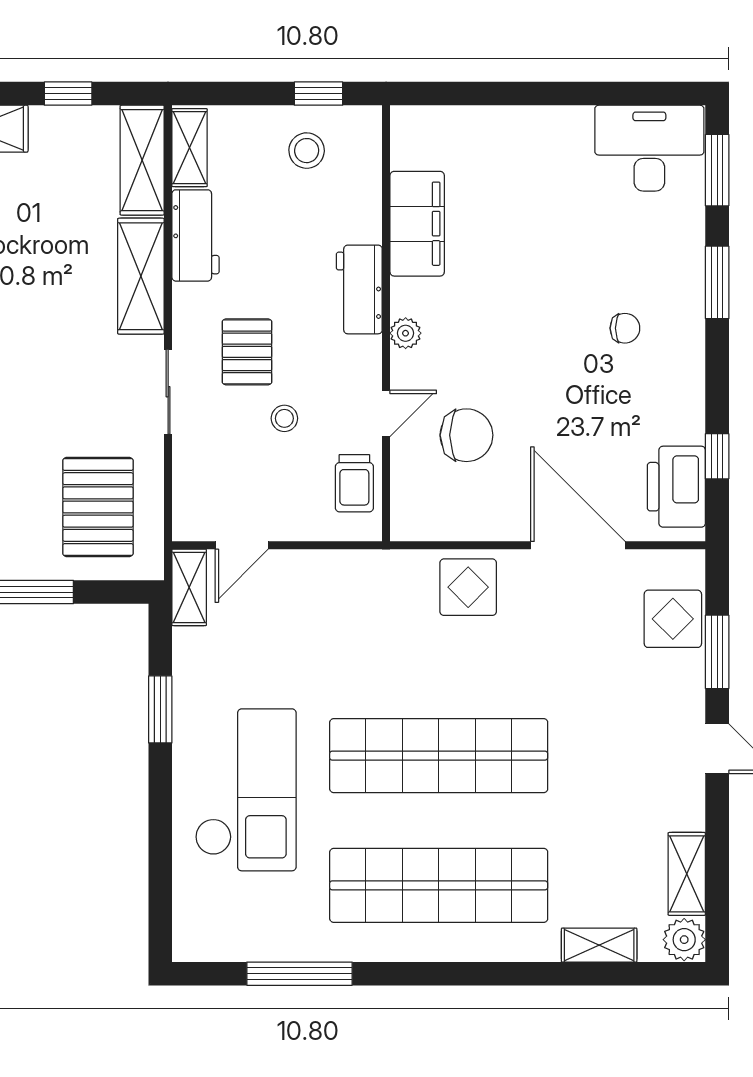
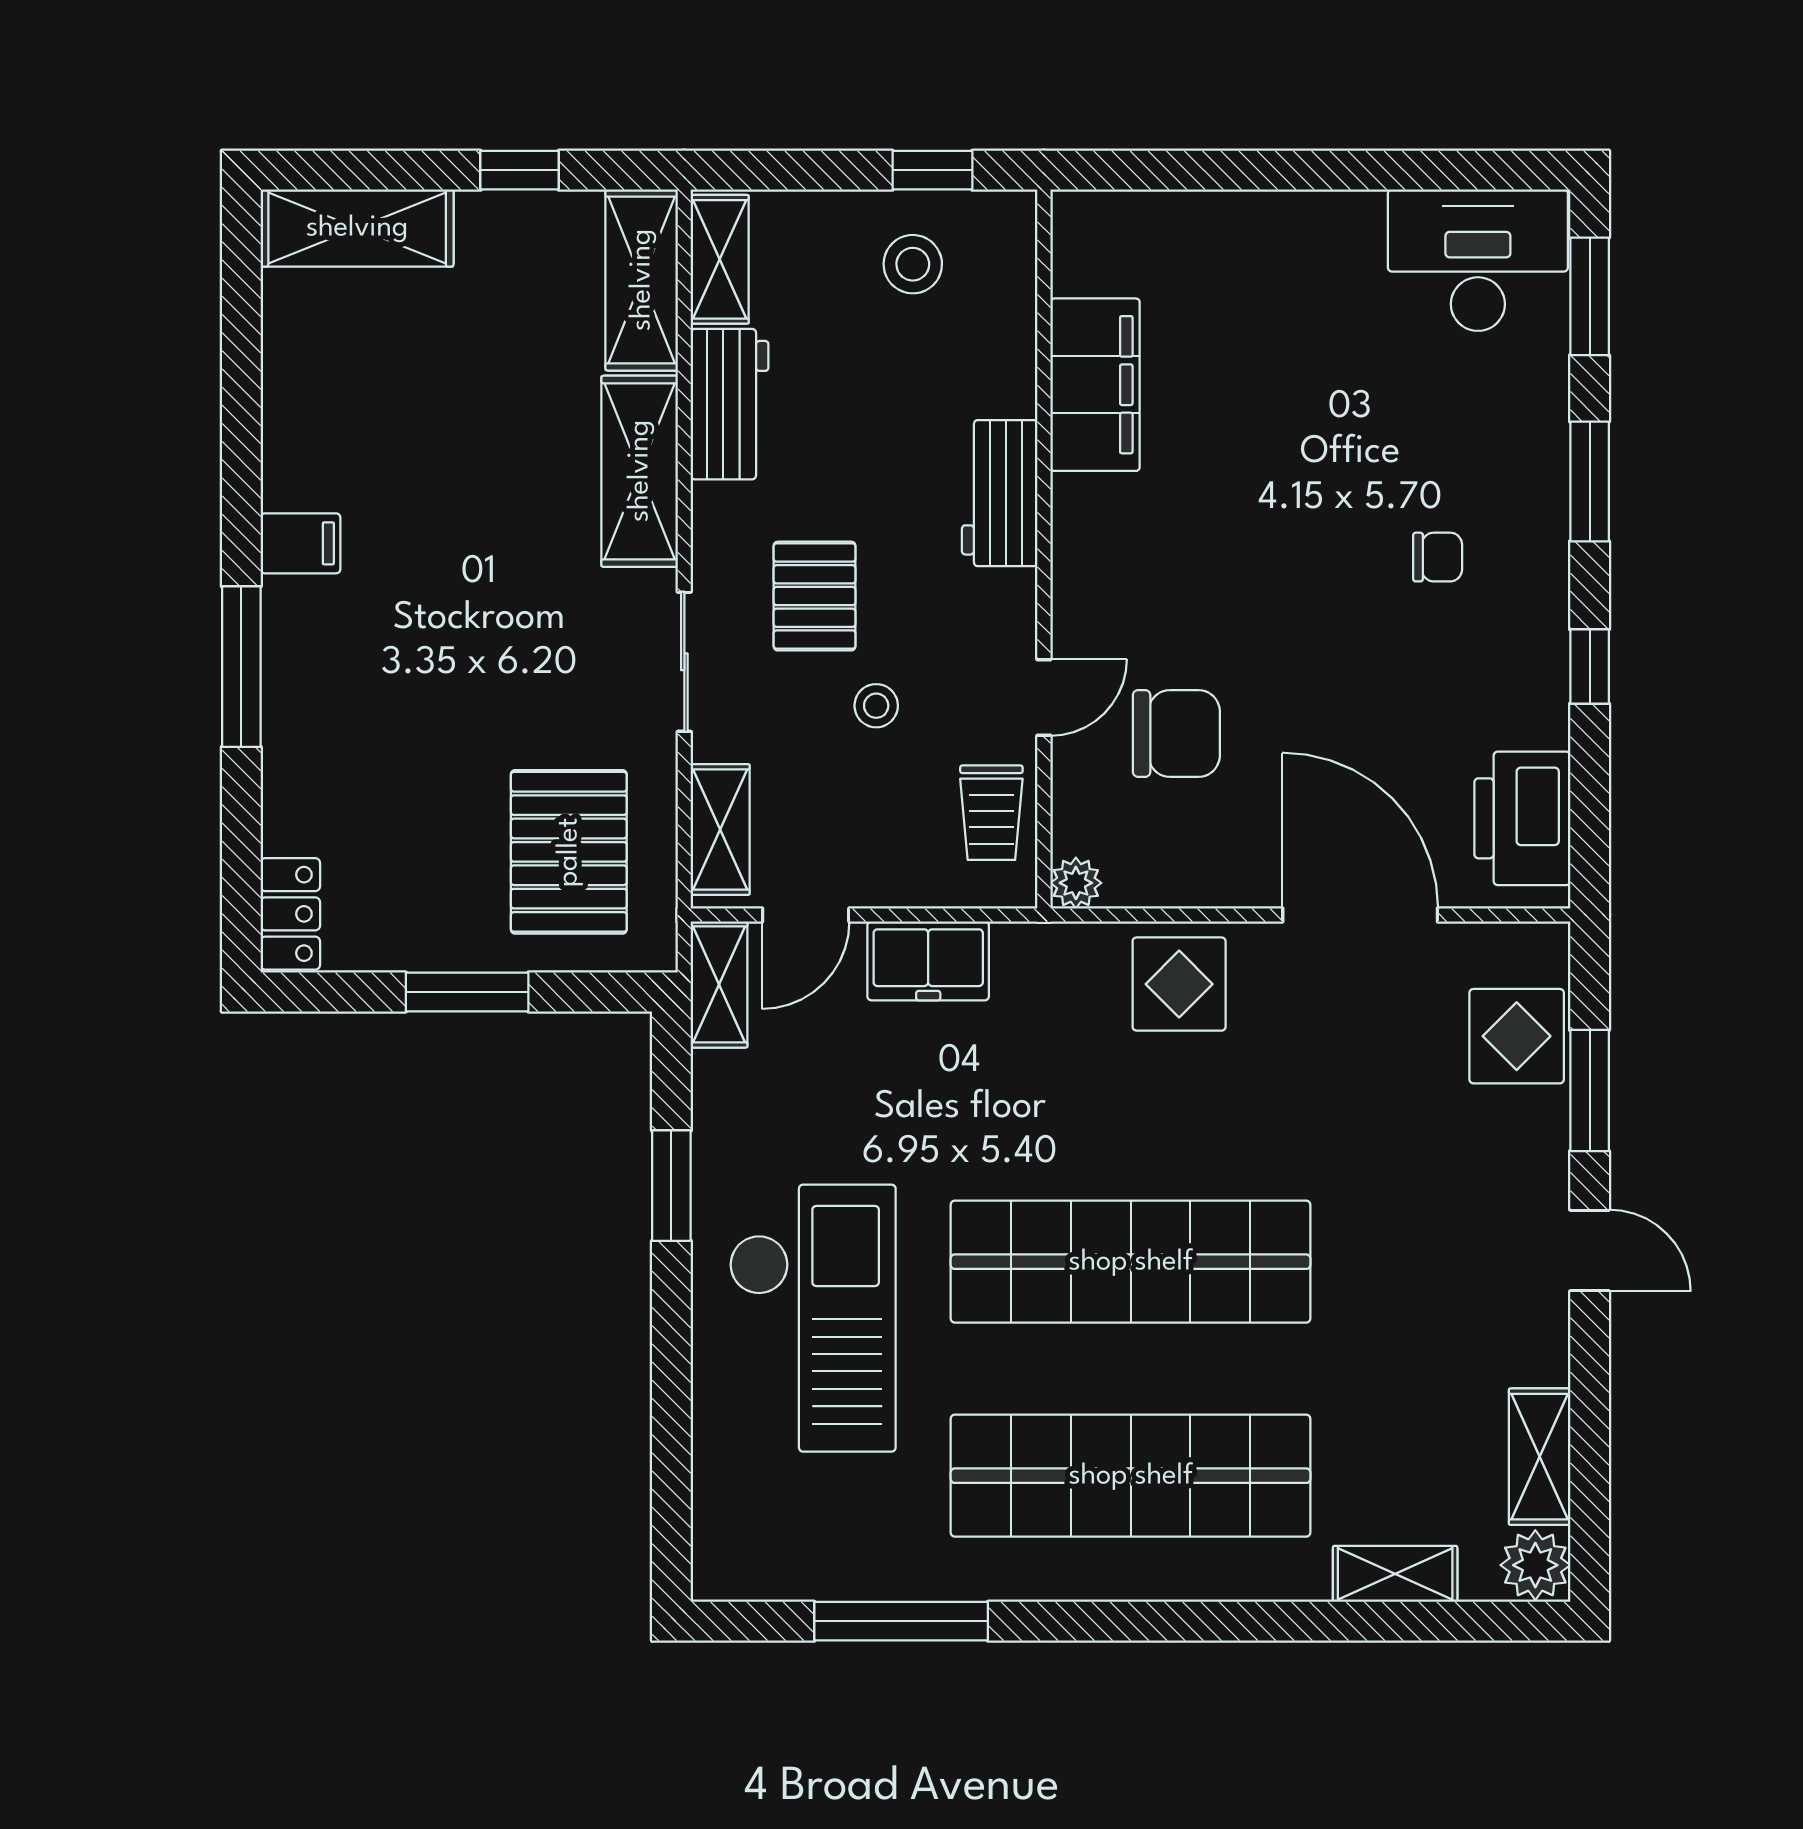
plant: (406, 333) -> (1076, 883), moved
window: (717, 456) -> (1590, 667), moved
shelving: (190, 493) -> (720, 830), added
freezer: (316, 573) -> (928, 961), added

